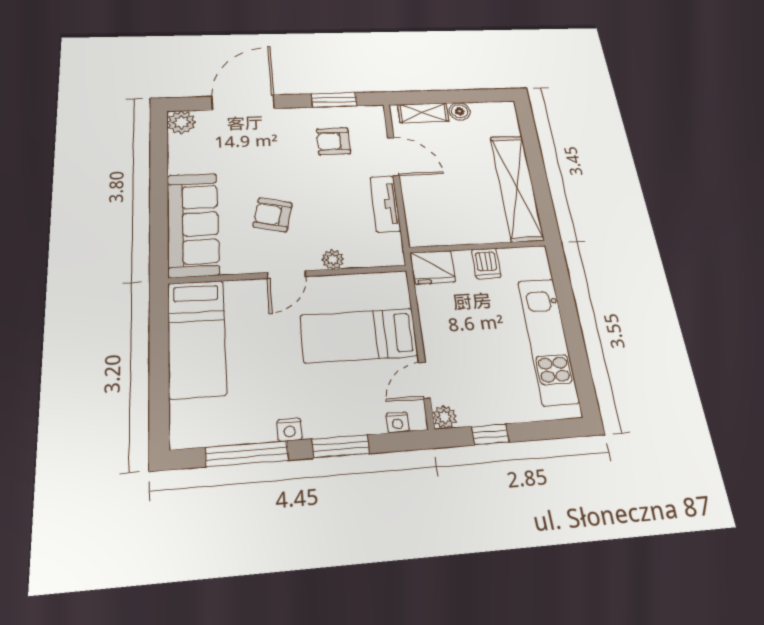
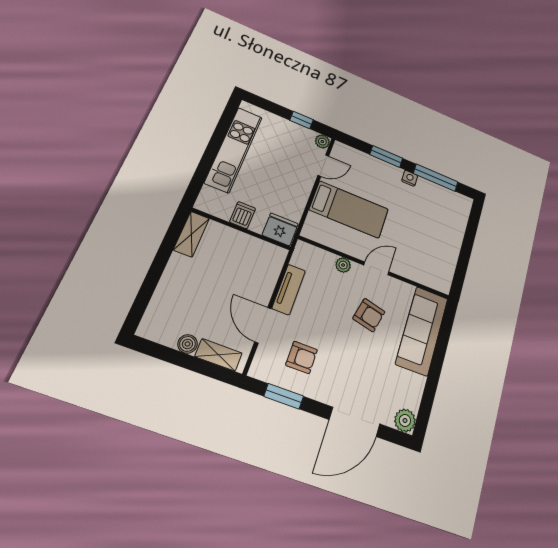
shelving: (517, 188) -> (191, 234), width x0.45, depth x0.75
bed: (197, 338) -> (442, 253), removed
nightstand: (397, 422) -> (350, 152), removed

